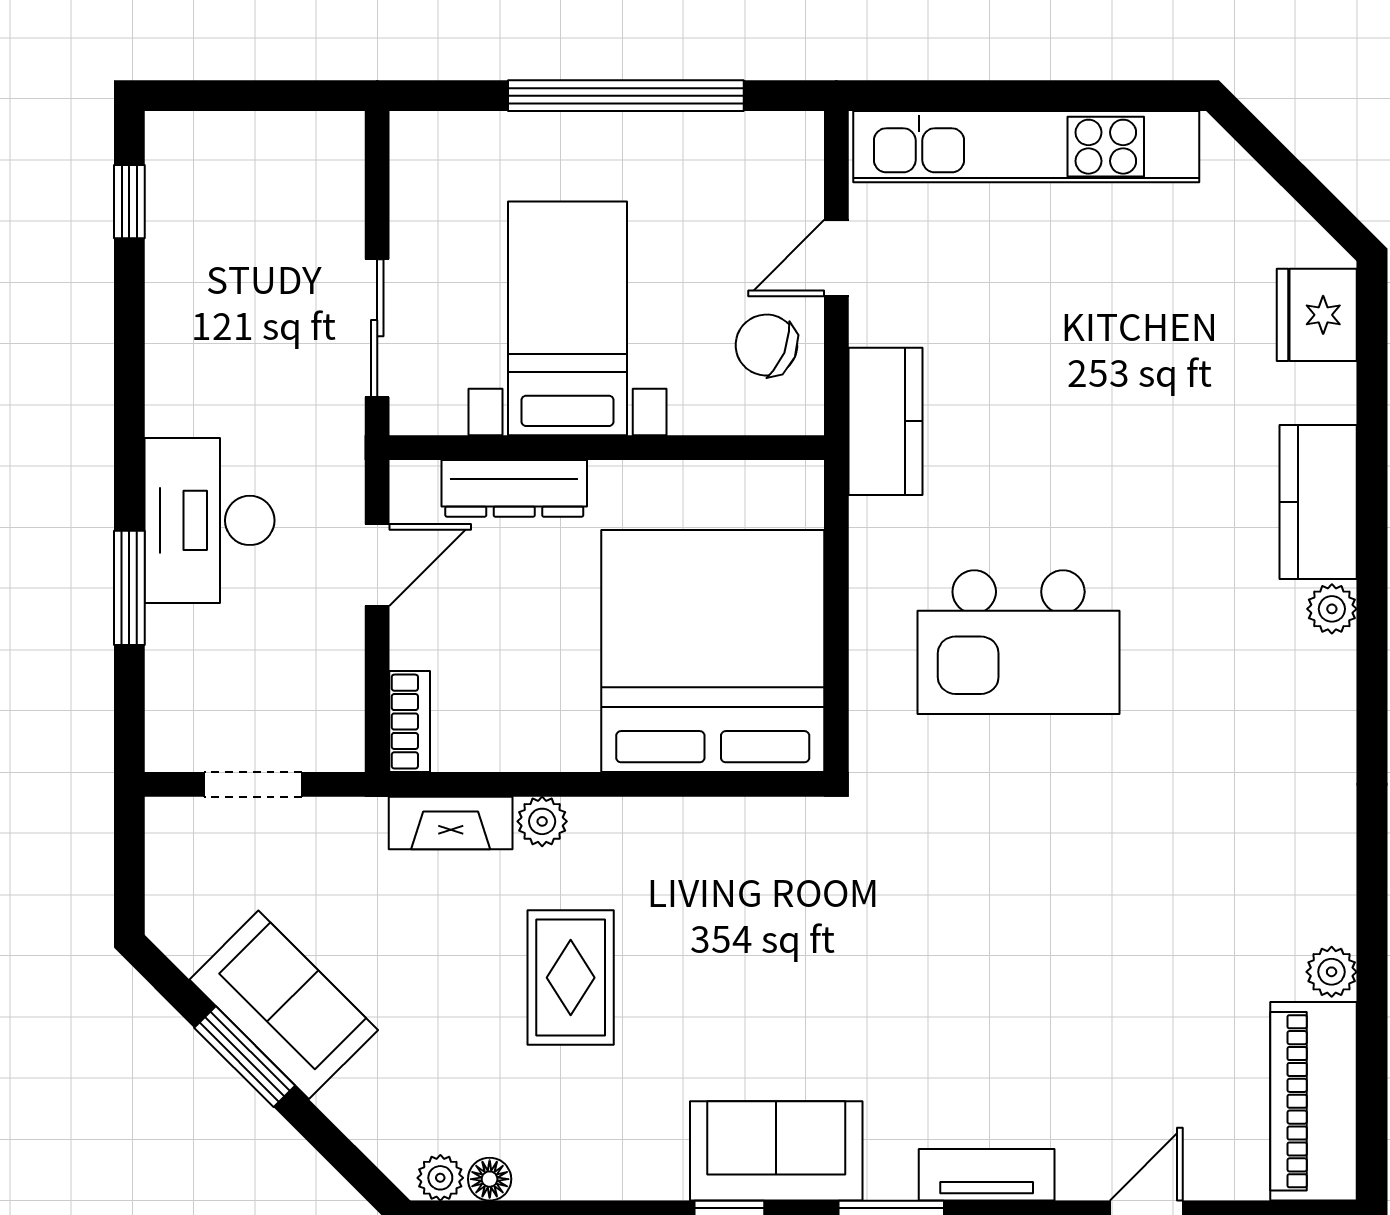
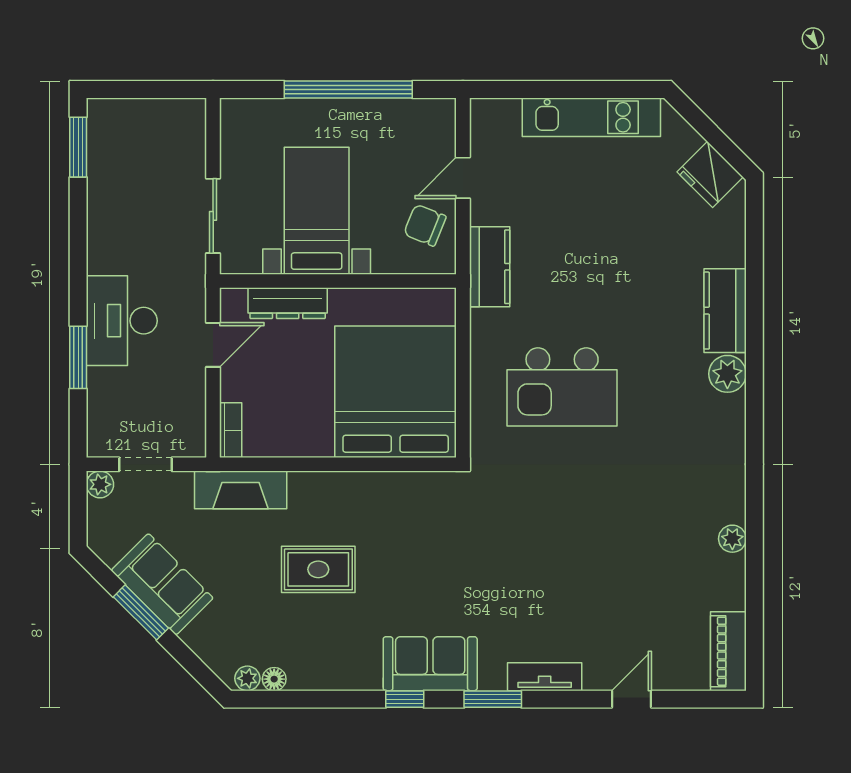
kitchen unit: (1026, 147) -> (591, 117), width x0.73
window: (129, 202) -> (78, 147), width x1.50
fridge: (1317, 315) -> (710, 174), moved, turned -45
plant: (1332, 609) -> (727, 374), width x1.38, depth x1.38
plant: (542, 821) -> (100, 484), moved
fireplace: (451, 823) -> (241, 490), width x1.37, depth x1.32
plant: (1332, 972) -> (732, 539), moved
rug: (571, 978) -> (318, 569), turned 90
piano: (1314, 1101) -> (728, 651), width x0.73, depth x0.75

